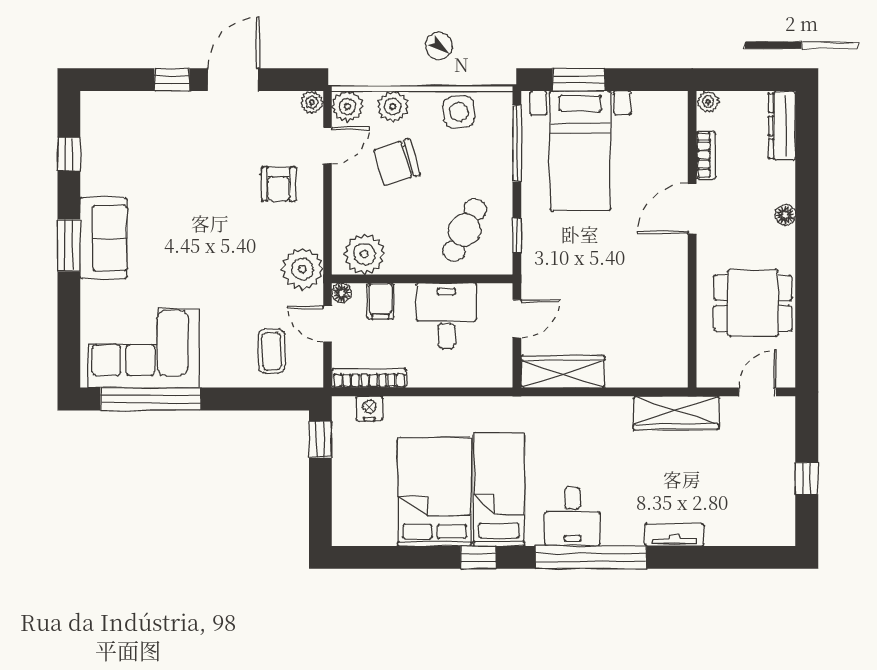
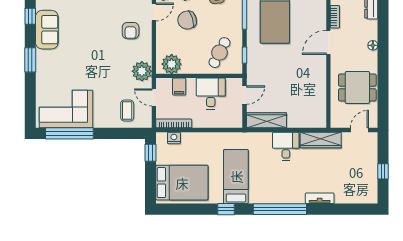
sofa: (104, 238) -> (47, 30), moved
floor lamp: (342, 293) -> (161, 83), removed
bed: (435, 492) -> (182, 183), moved, turned 90
desk: (573, 516) -> (286, 146), moved, turned 180

